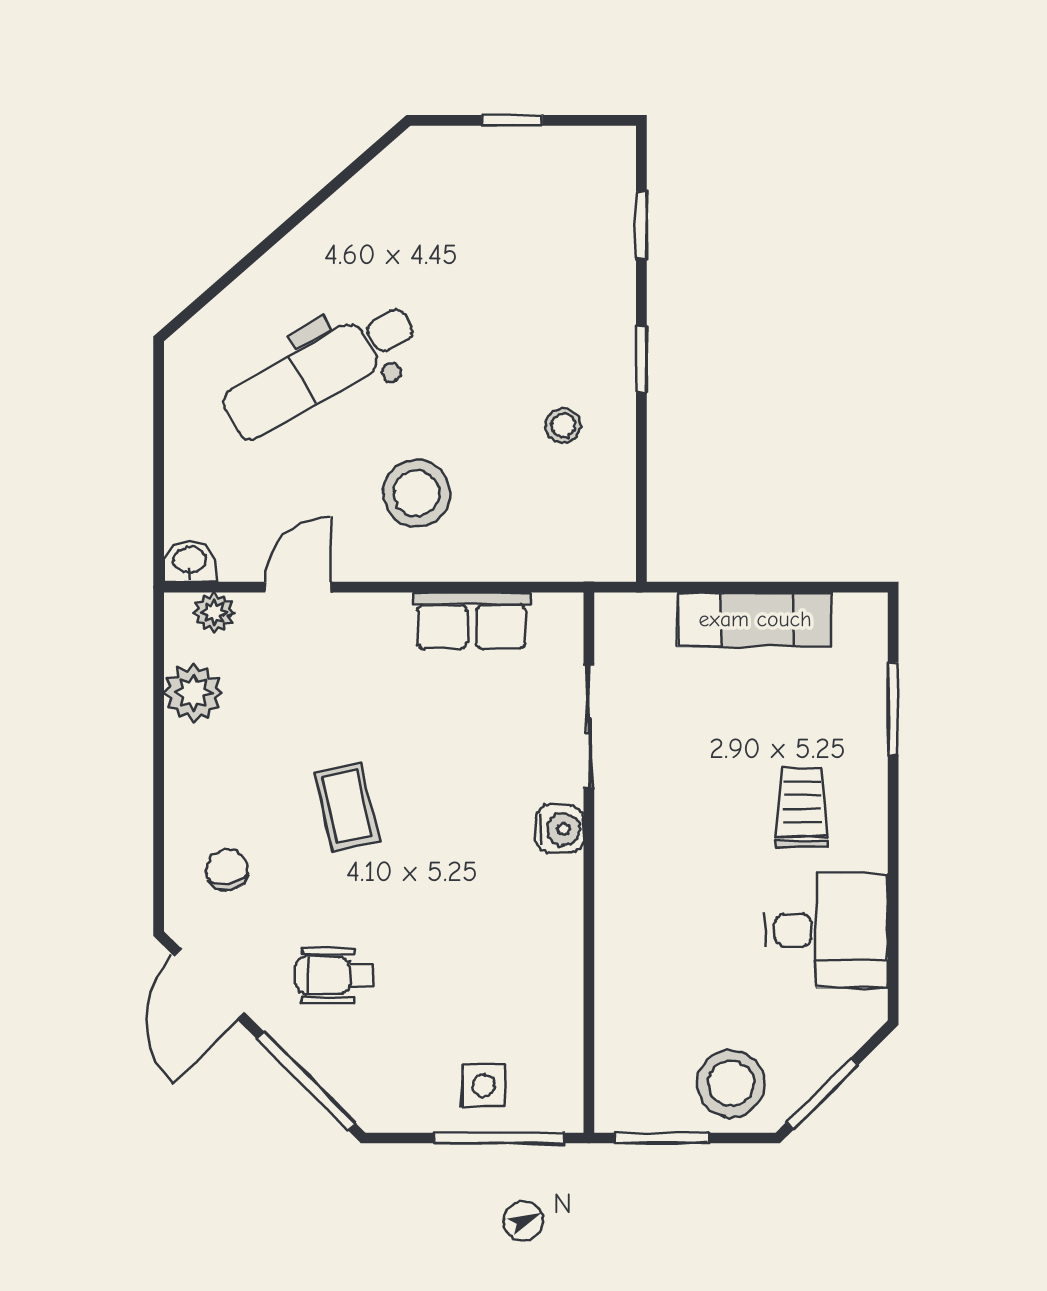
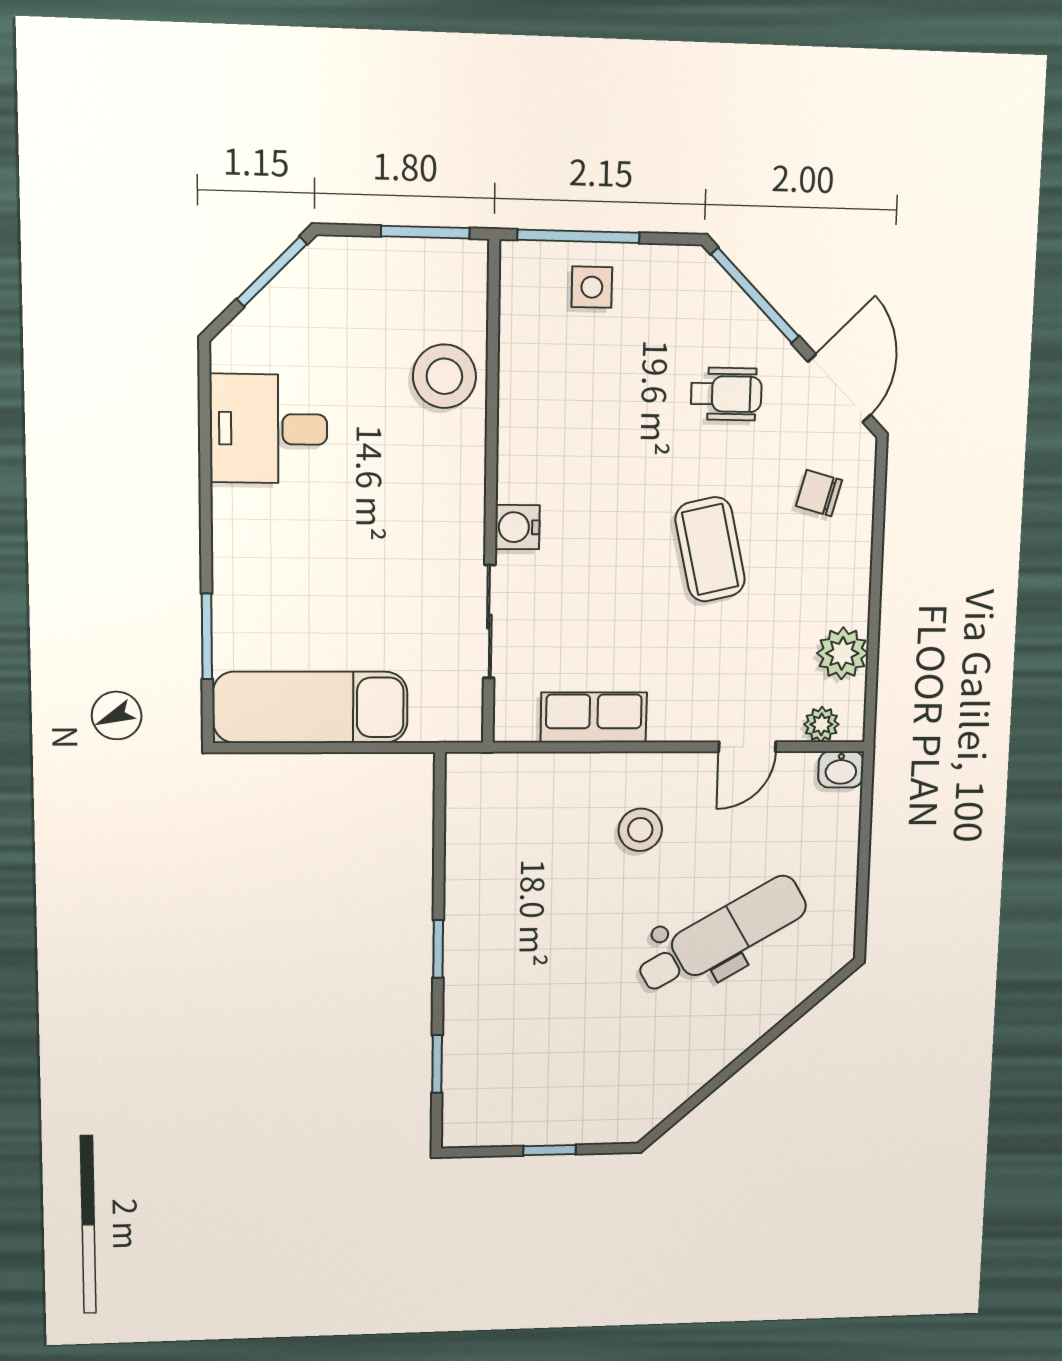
stool: (563, 425) -> (509, 890), removed
stool: (416, 493) -> (640, 830), width x0.73, depth x0.73
exam couch: (755, 619) -> (311, 707), width x1.36, depth x1.45
coffee table: (347, 807) -> (710, 549), width x1.36, depth x1.30
trolley: (802, 808) -> (292, 545), removed
chair: (227, 870) -> (819, 493), turned 115
stool: (731, 1084) -> (444, 376), moved

